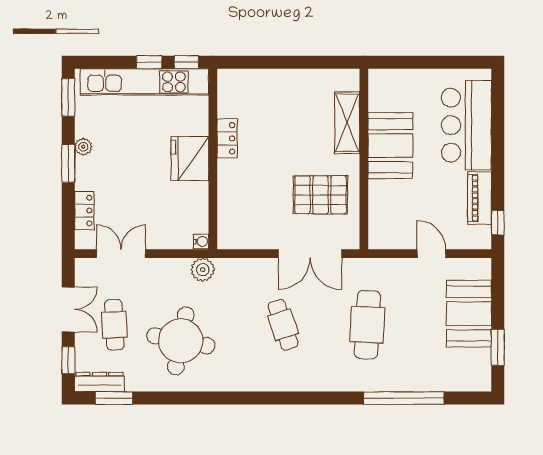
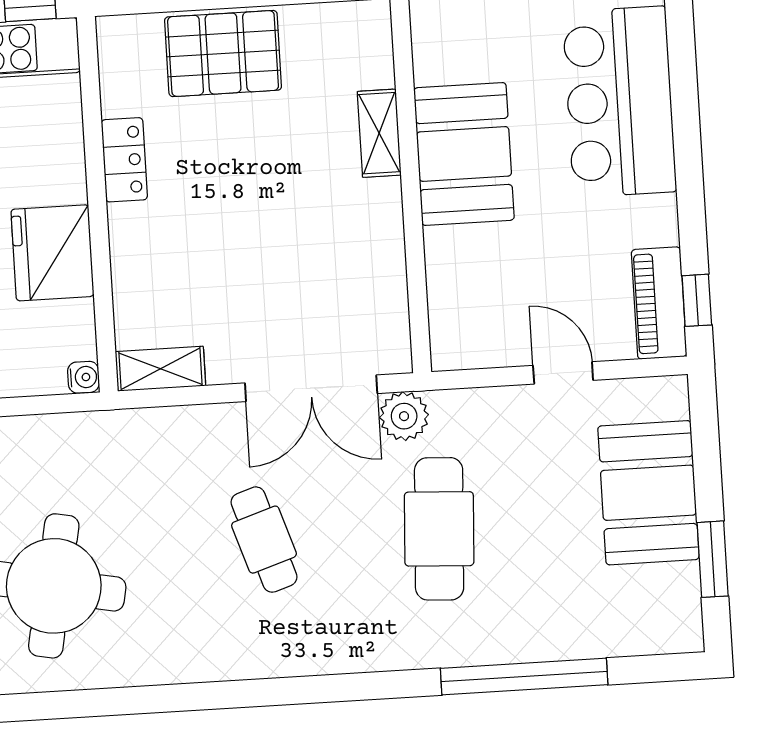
shelving: (347, 123) -> (379, 133), width x0.67, depth x0.75
fridge: (190, 159) -> (52, 253), moved
pallet: (320, 195) -> (223, 54), moved
piano: (480, 198) -> (659, 303), moved
shelving: (238, 240) -> (160, 369), added
plant: (203, 270) -> (404, 416), moved

